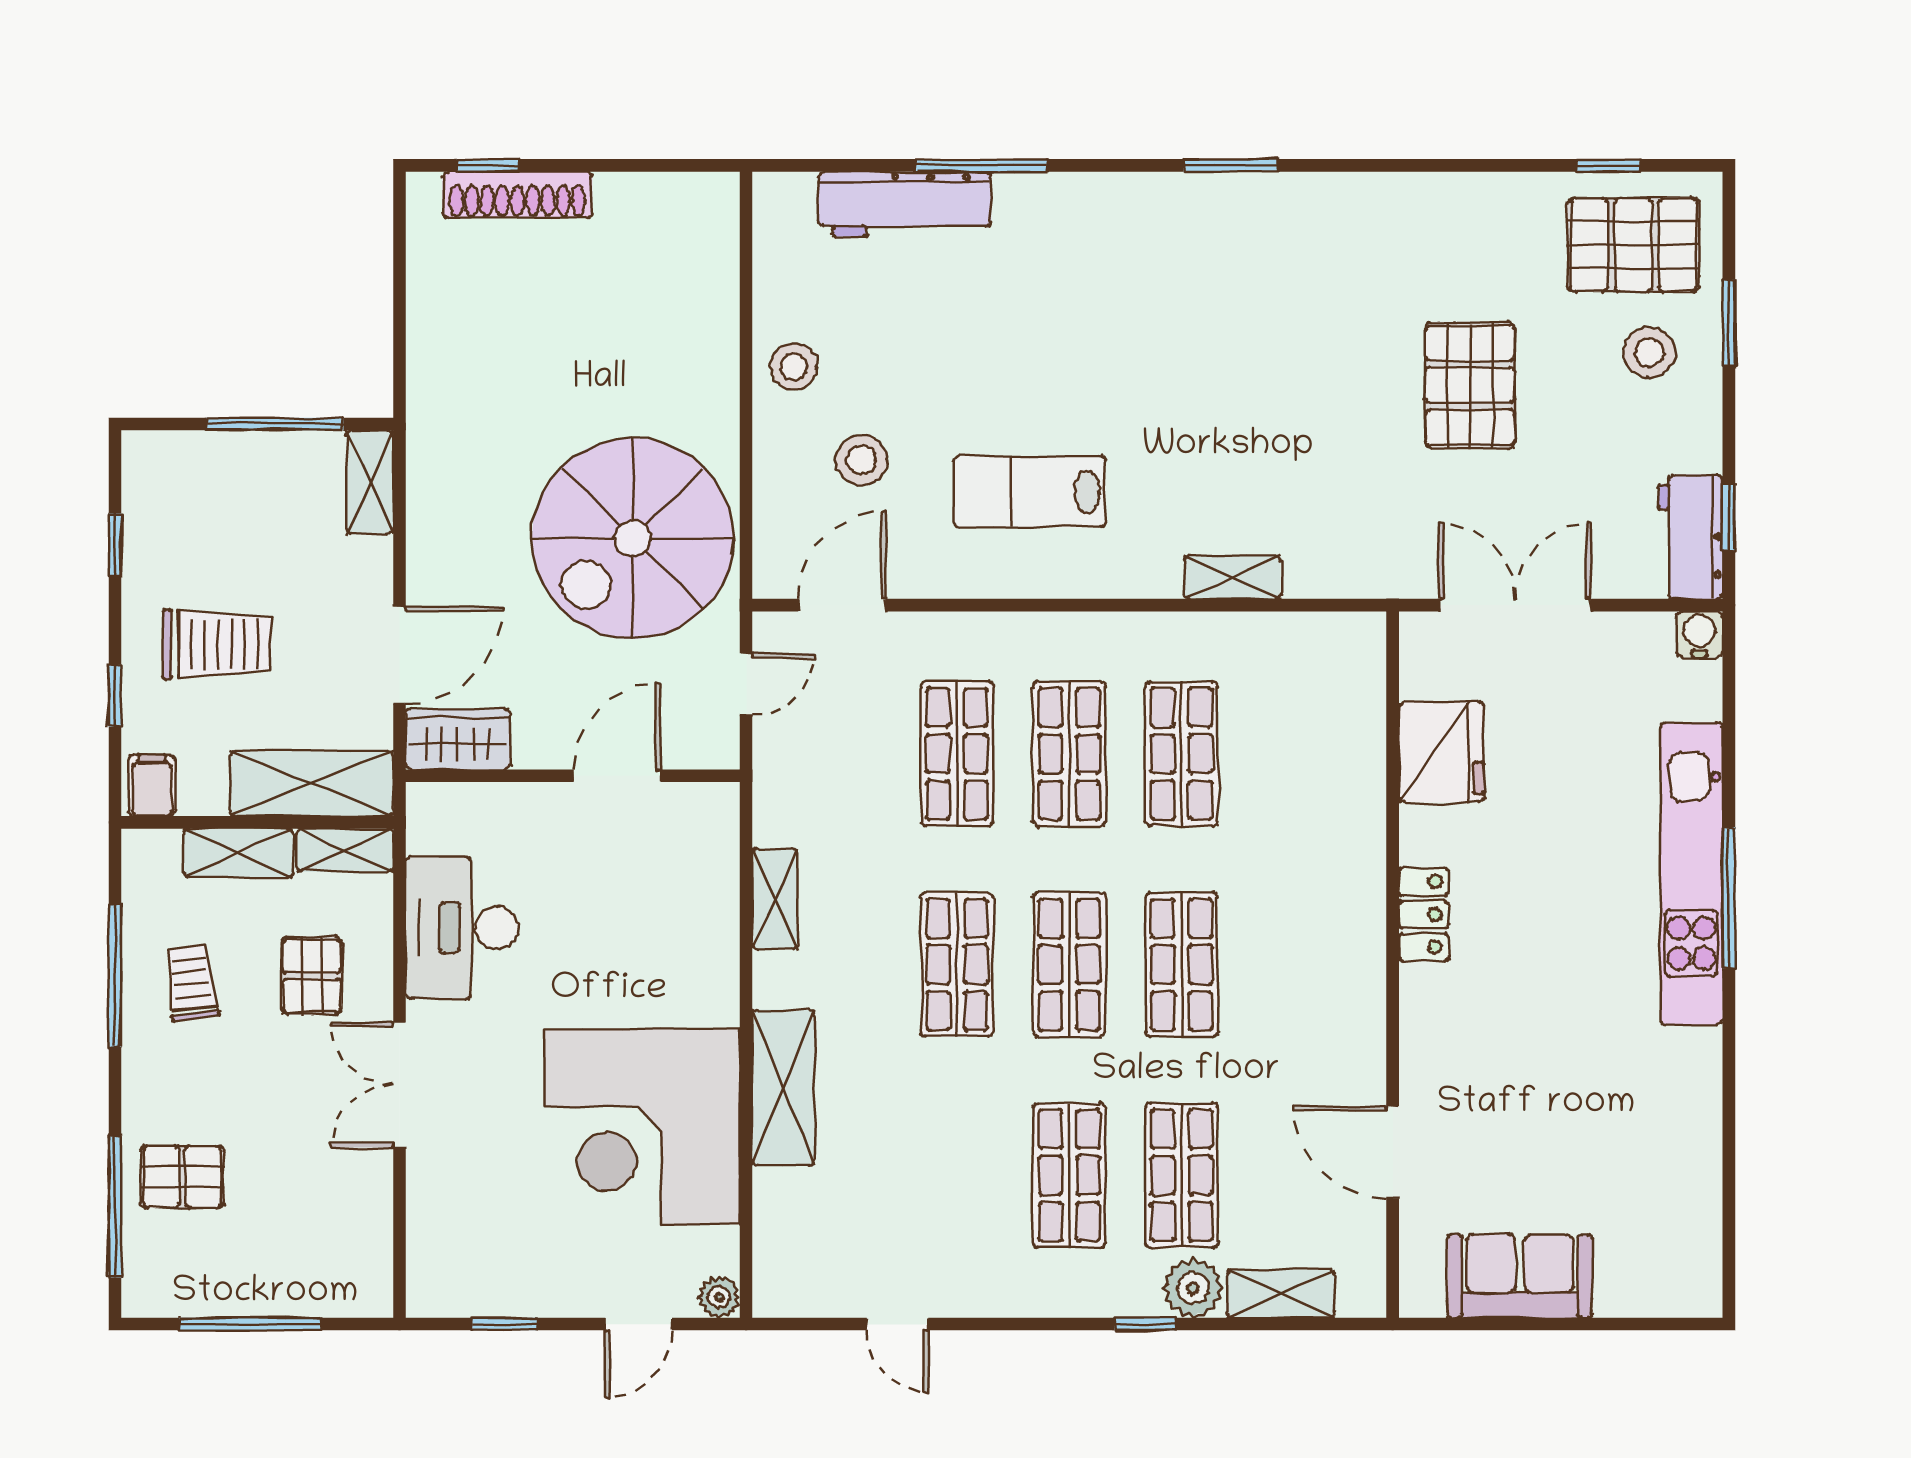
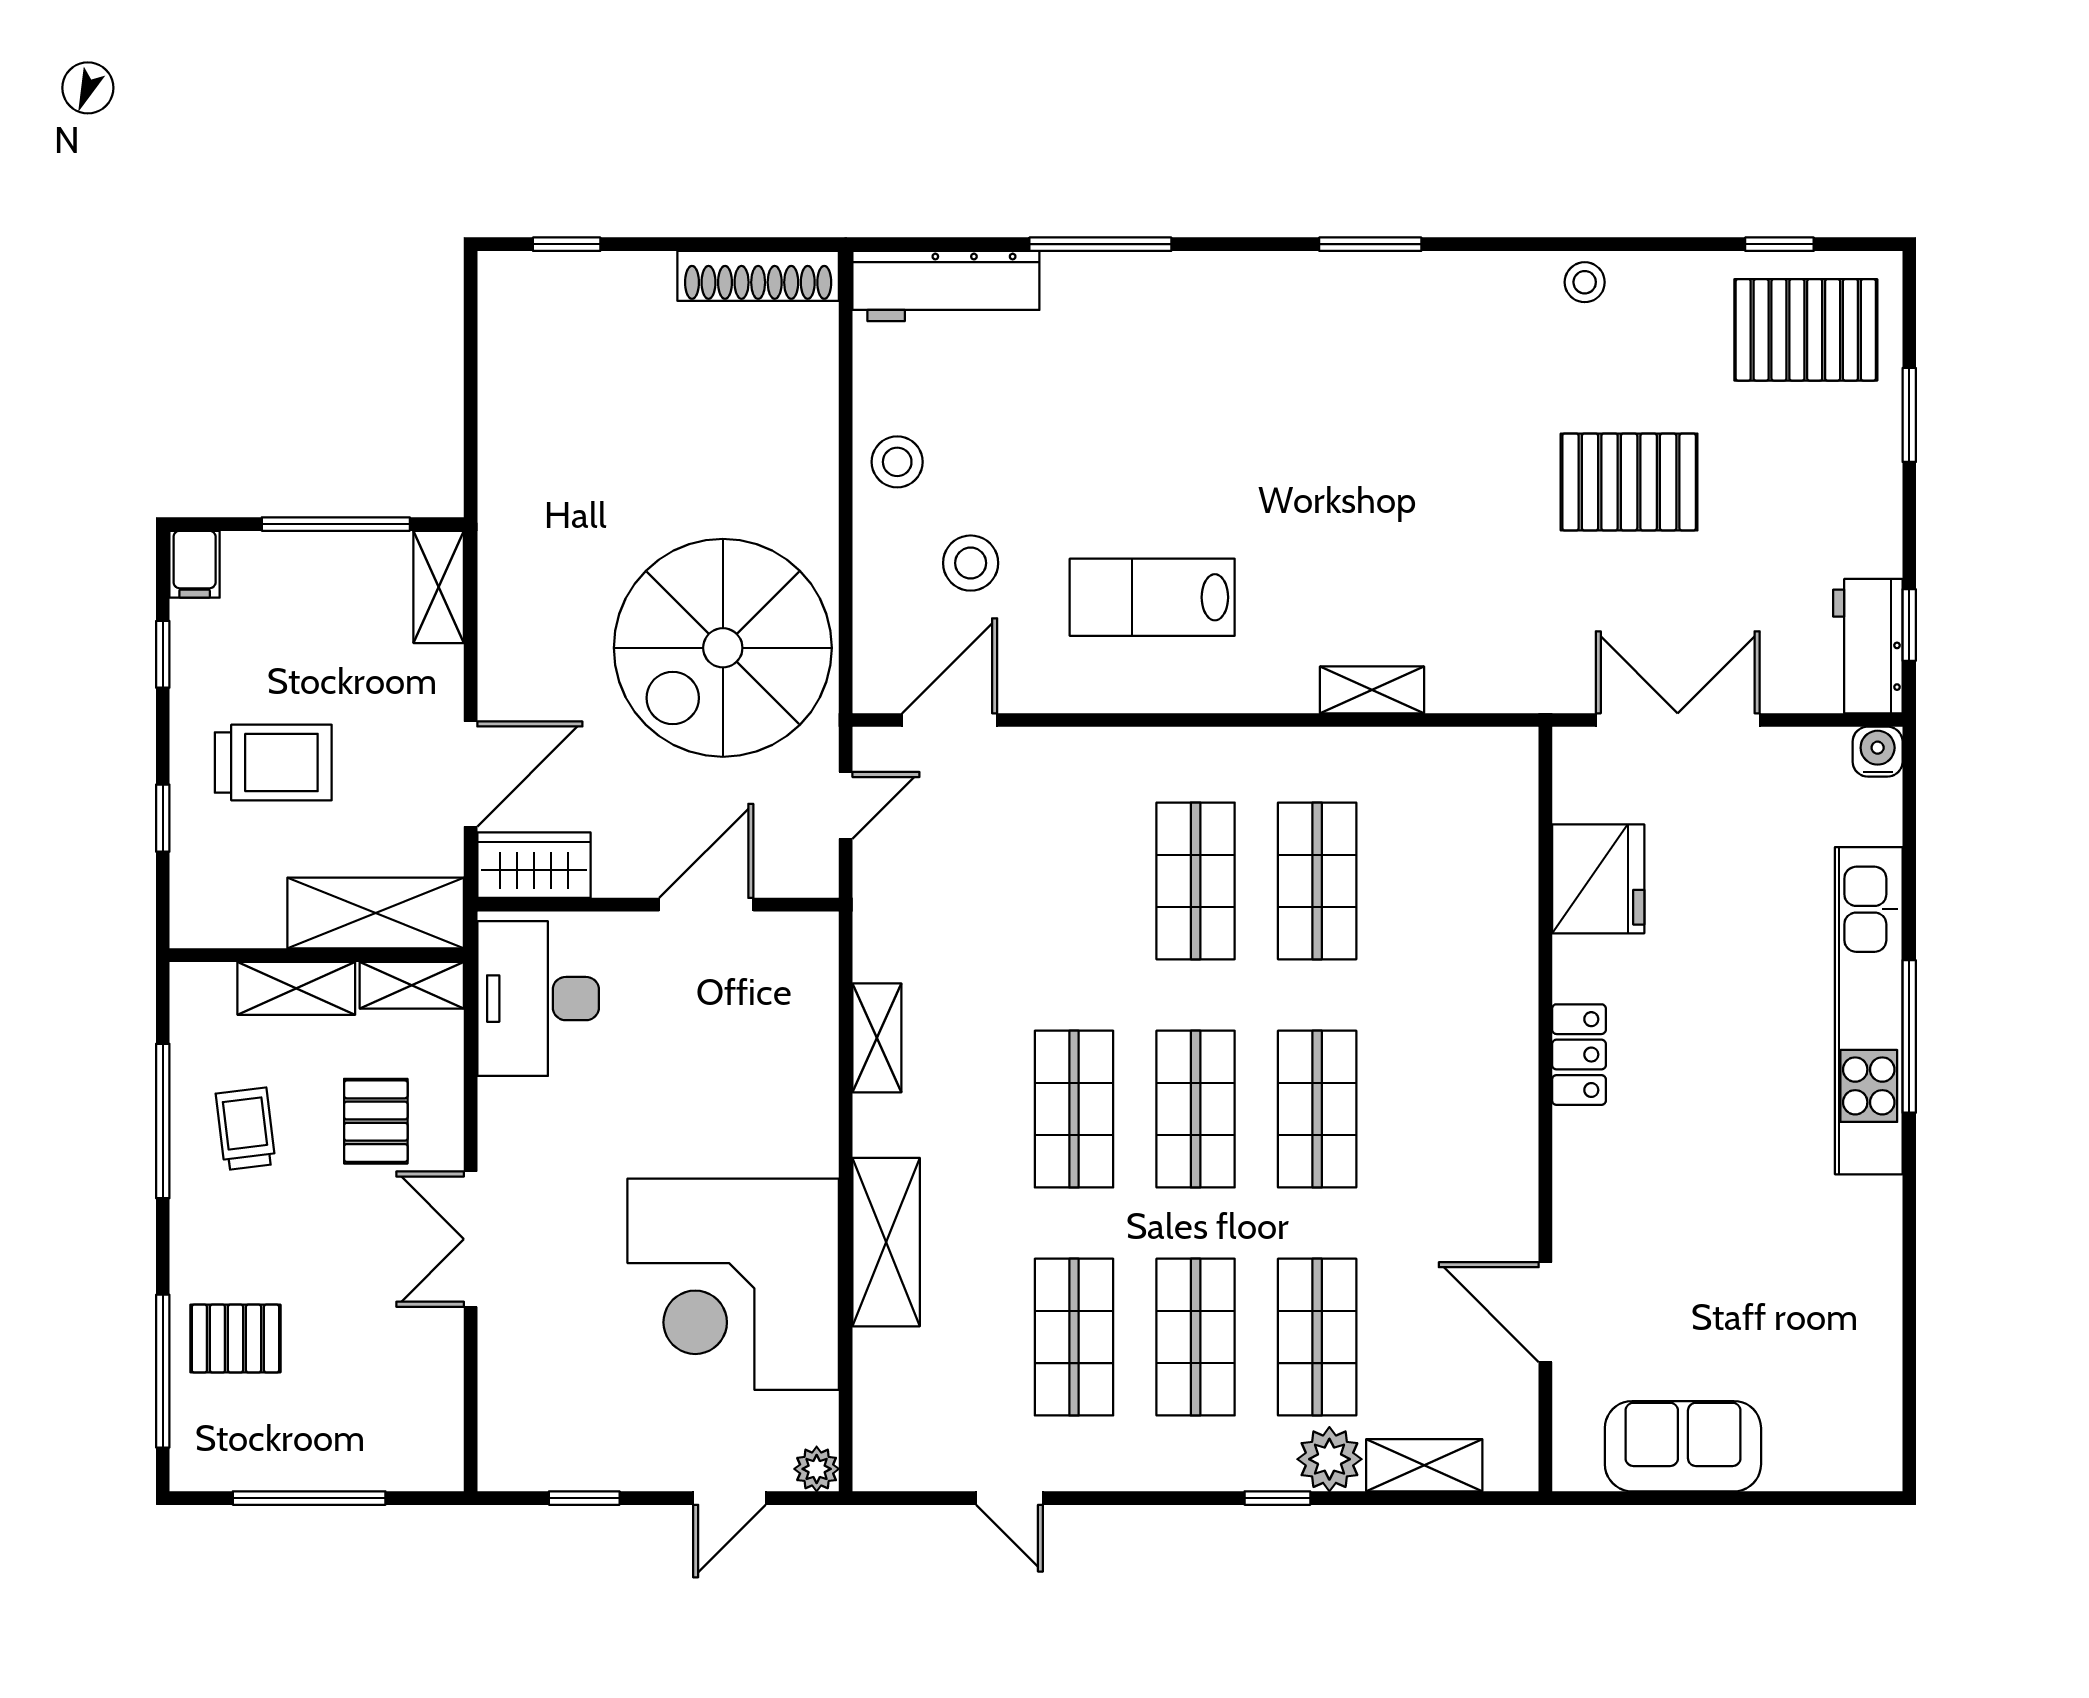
shoe rack: (517, 195) -> (758, 276), moved
workbench: (905, 204) -> (946, 286), moved
stool: (1649, 352) -> (1585, 282), moved, width x0.73, depth x0.73
pallet: (1470, 385) -> (1629, 482), turned 90
shop shelf: (957, 754) -> (1074, 1337), moved
filing cabinet: (152, 785) -> (195, 564), moved, turned 180
desk: (462, 928) -> (538, 999), moved

